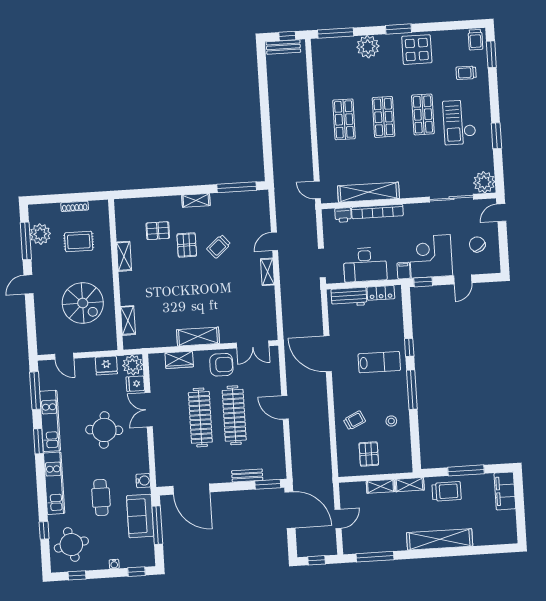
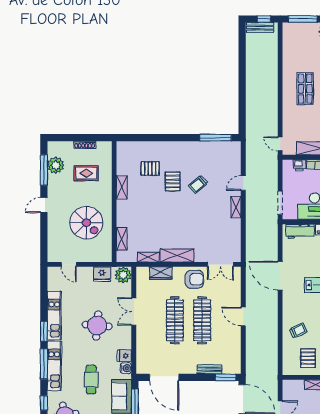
shelving: (196, 200) -> (148, 257), moved
fridge: (135, 384) -> (124, 356), moved
window: (35, 391) -> (44, 364), moved

